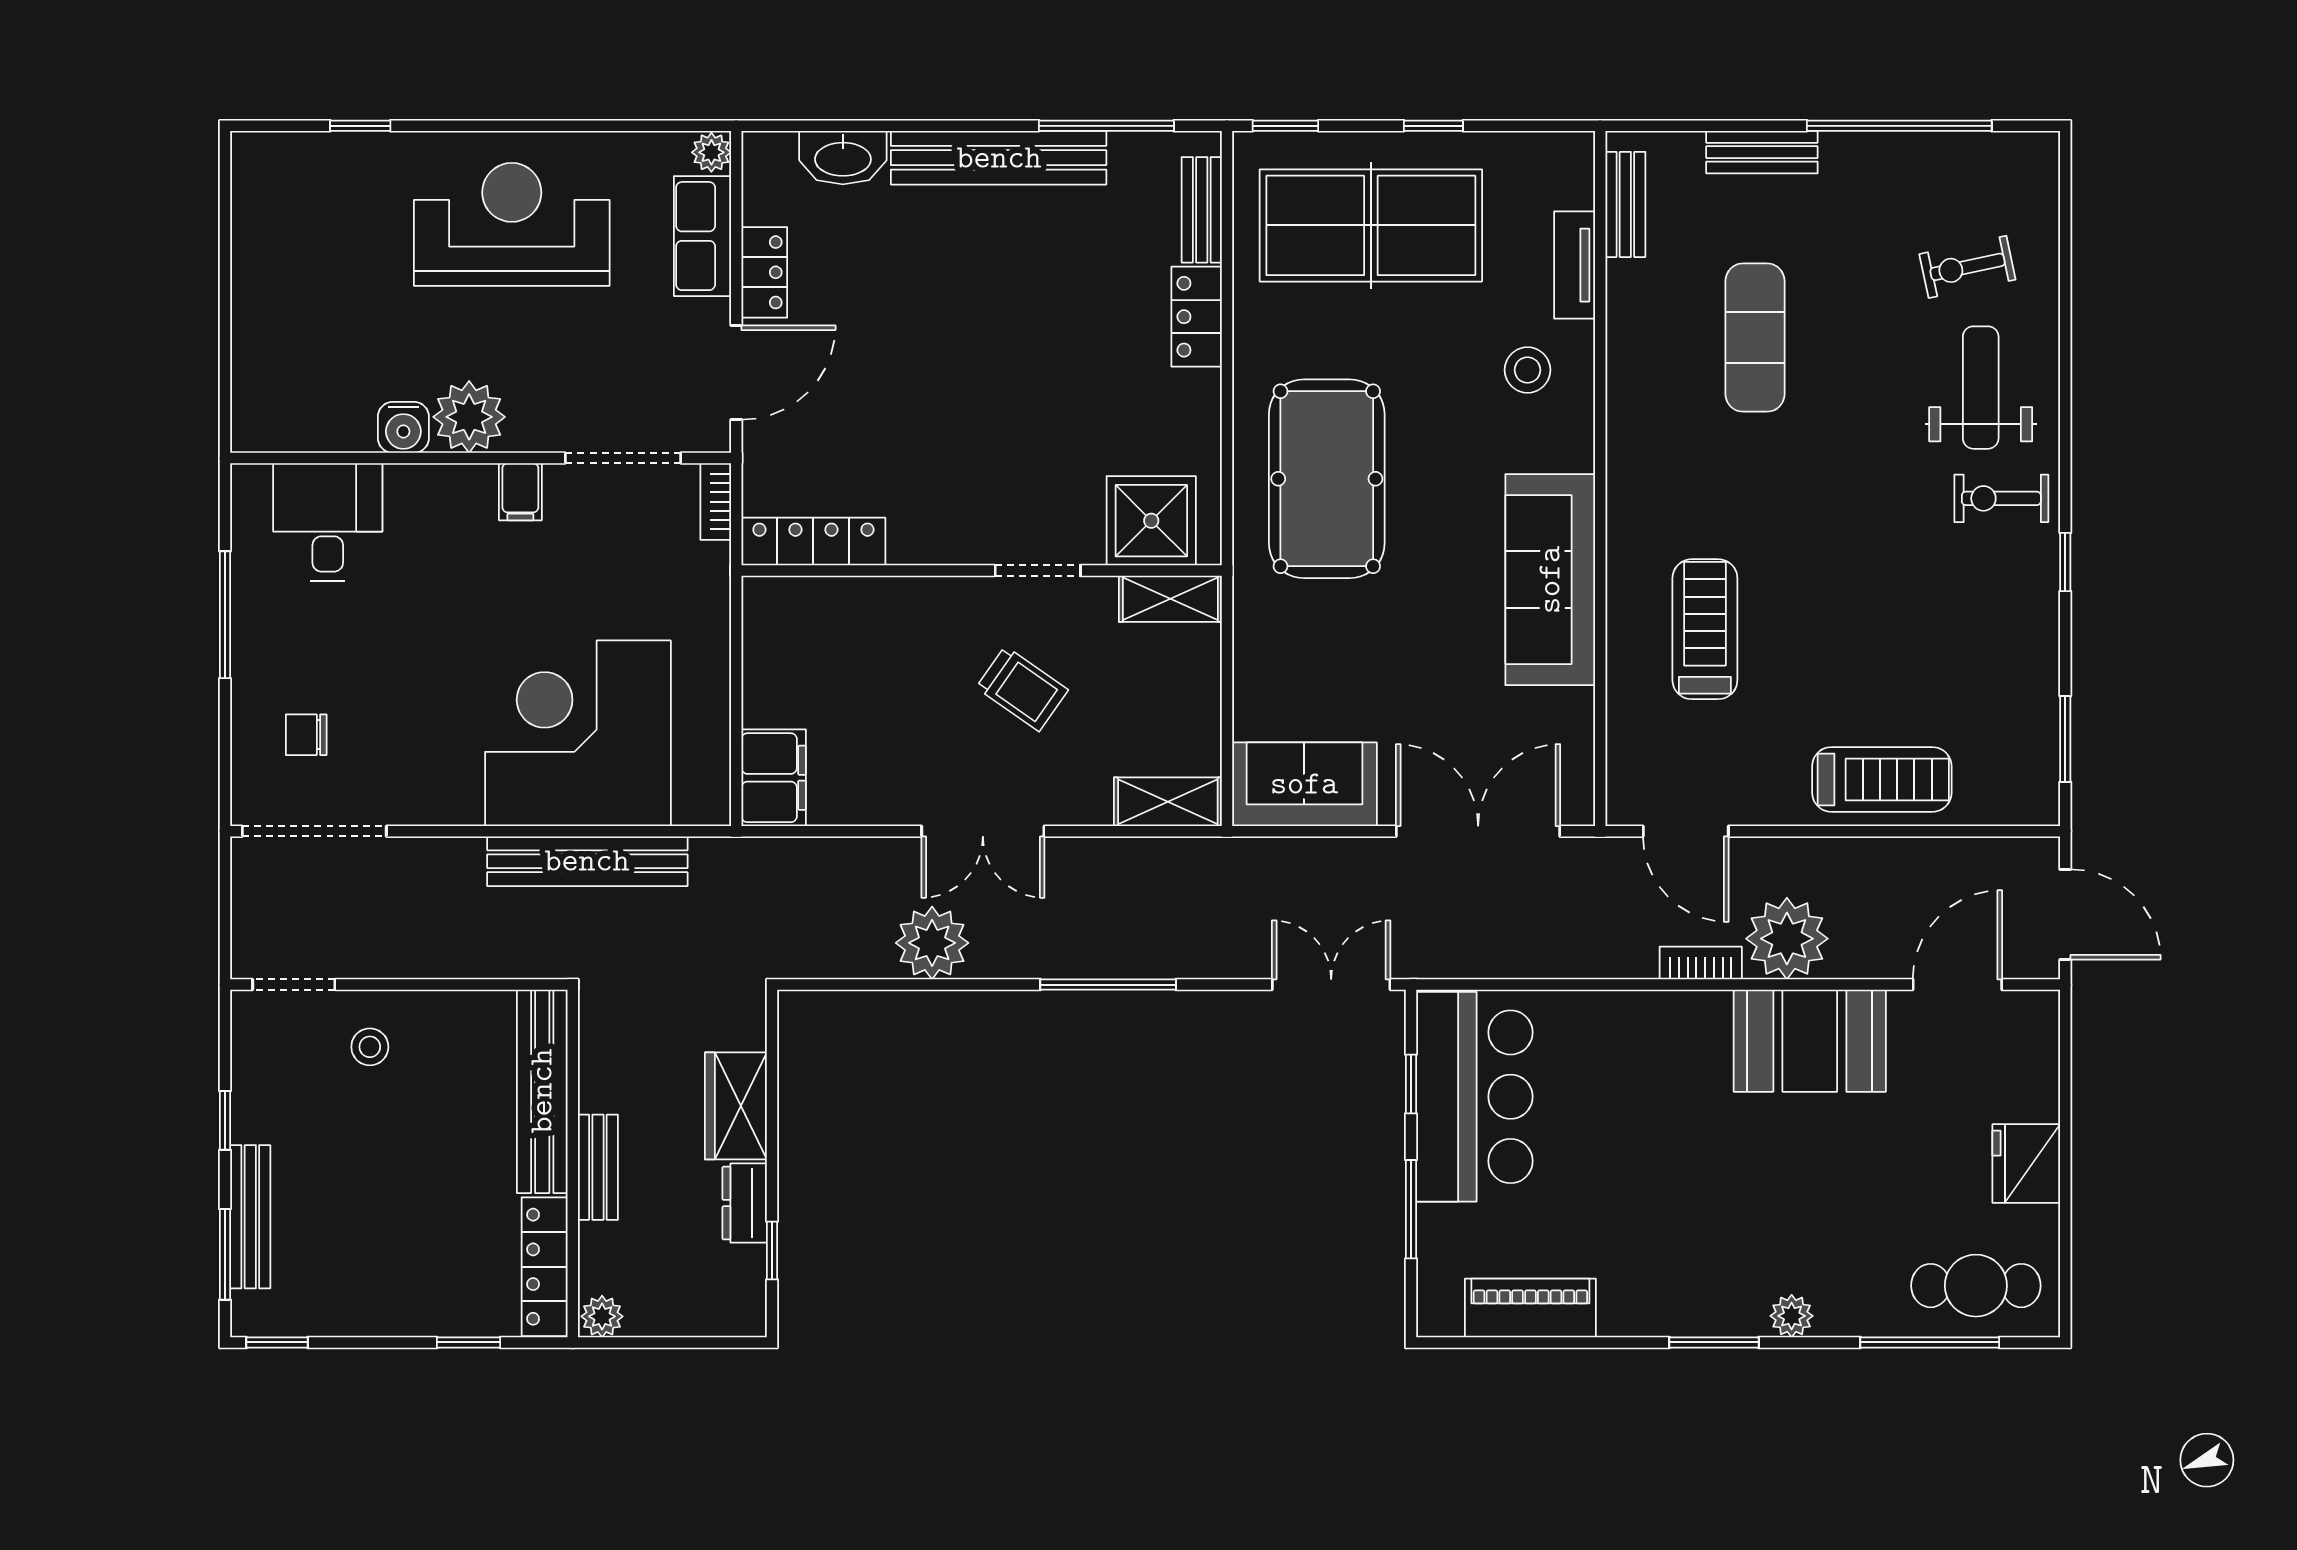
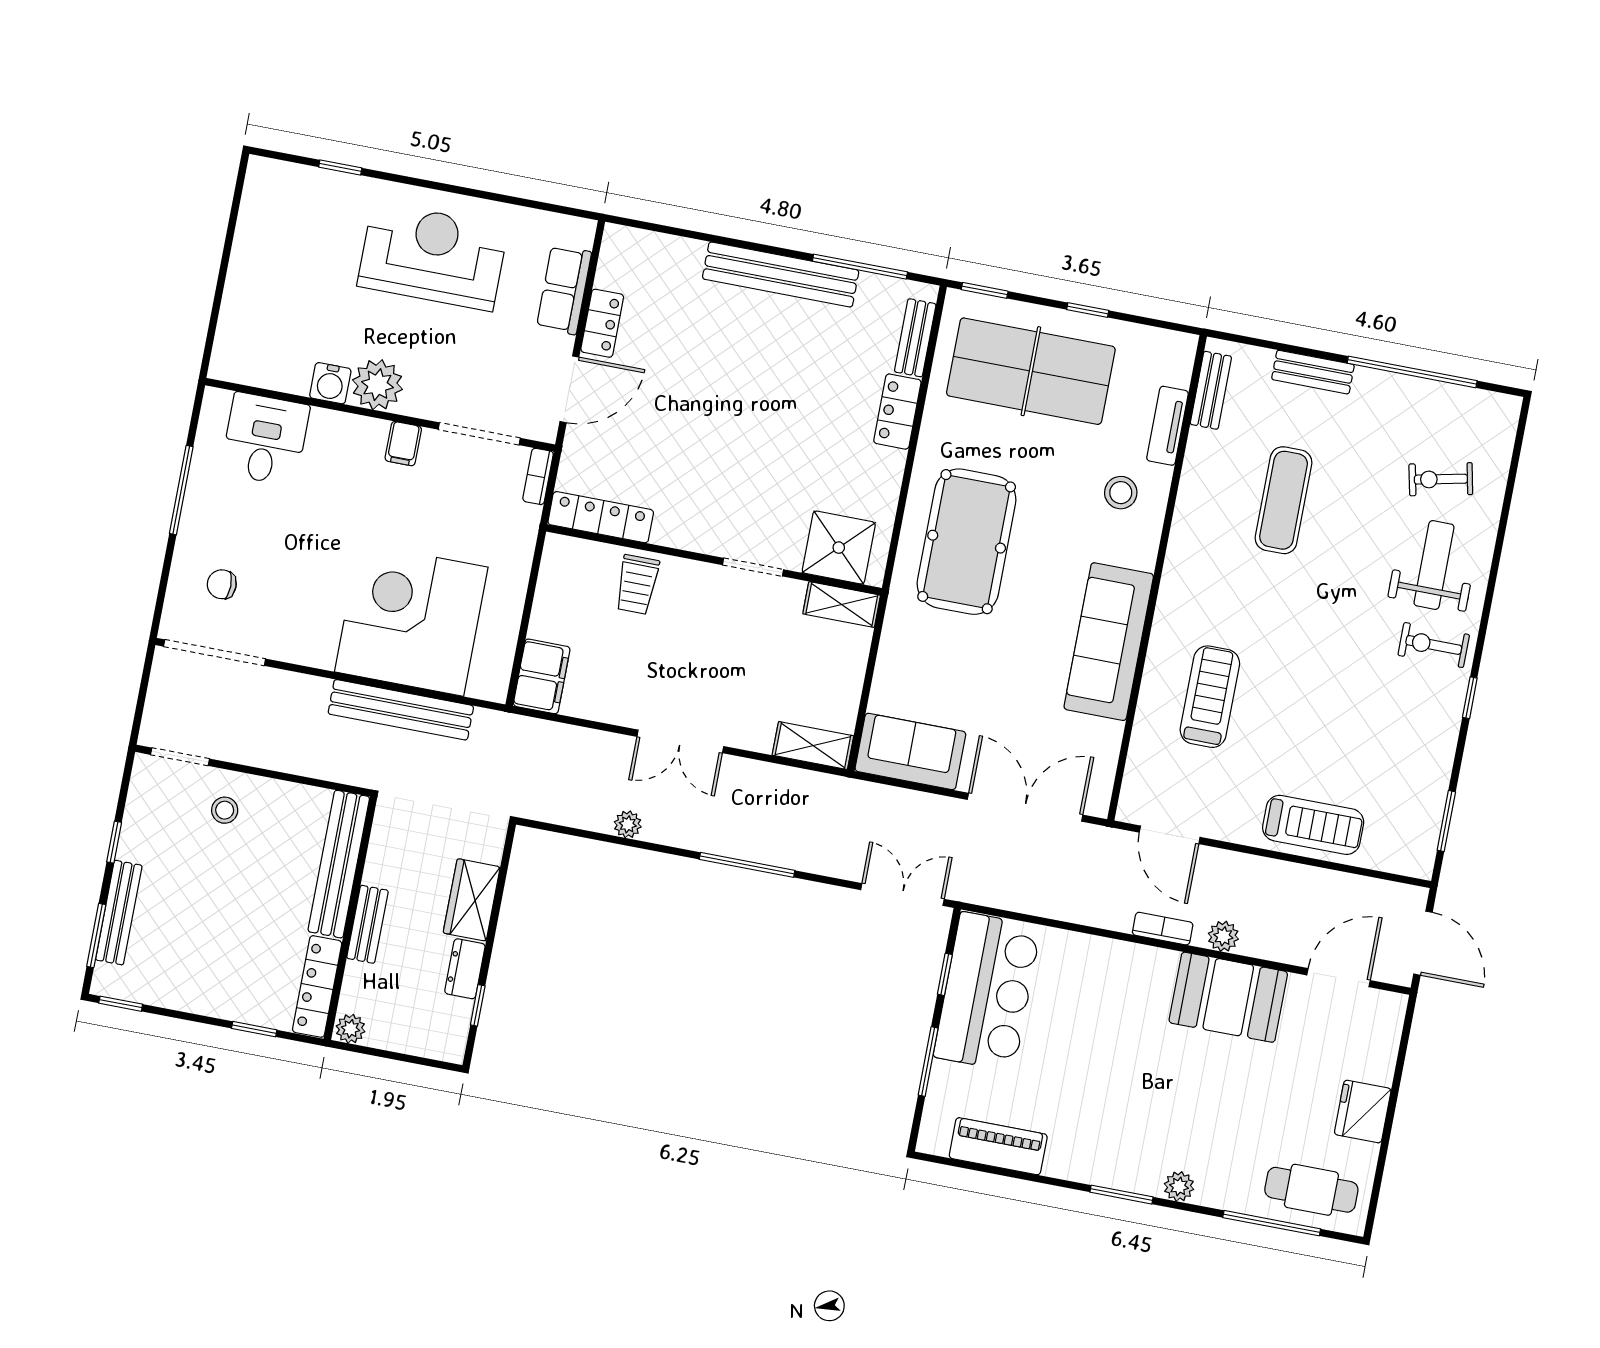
plant: (711, 152) -> (581, 233), removed
washbasin: (843, 158) -> (672, 254), removed
trolley: (1022, 689) -> (637, 585), moved, turned 55
plant: (1787, 939) -> (1223, 936), width x0.53, depth x0.53
plant: (932, 943) -> (628, 824), width x0.53, depth x0.53

